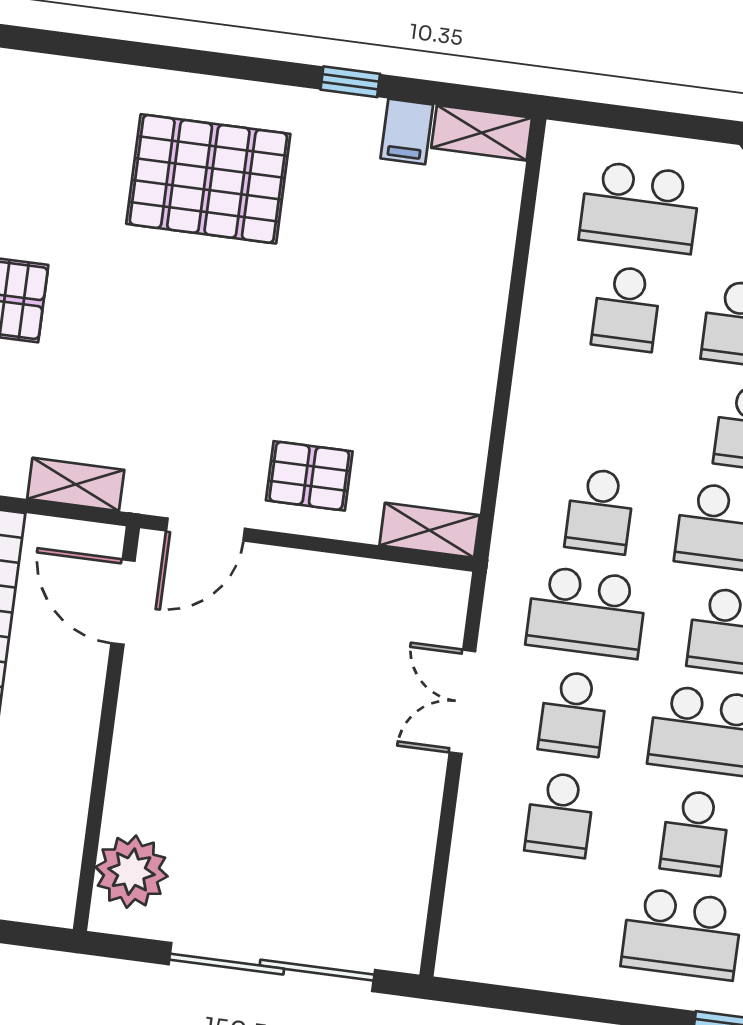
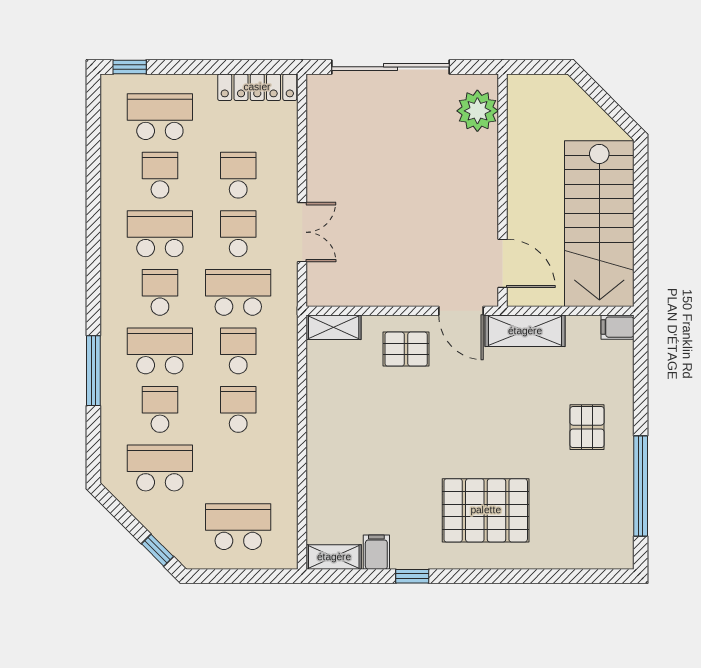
school desk: (626, 308) -> (238, 409), moved
shelving: (76, 484) -> (525, 331), width x1.50, depth x1.33
door: (206, 530) -> (461, 311), swing flipped
locker: (507, 962) -> (257, 87), added

